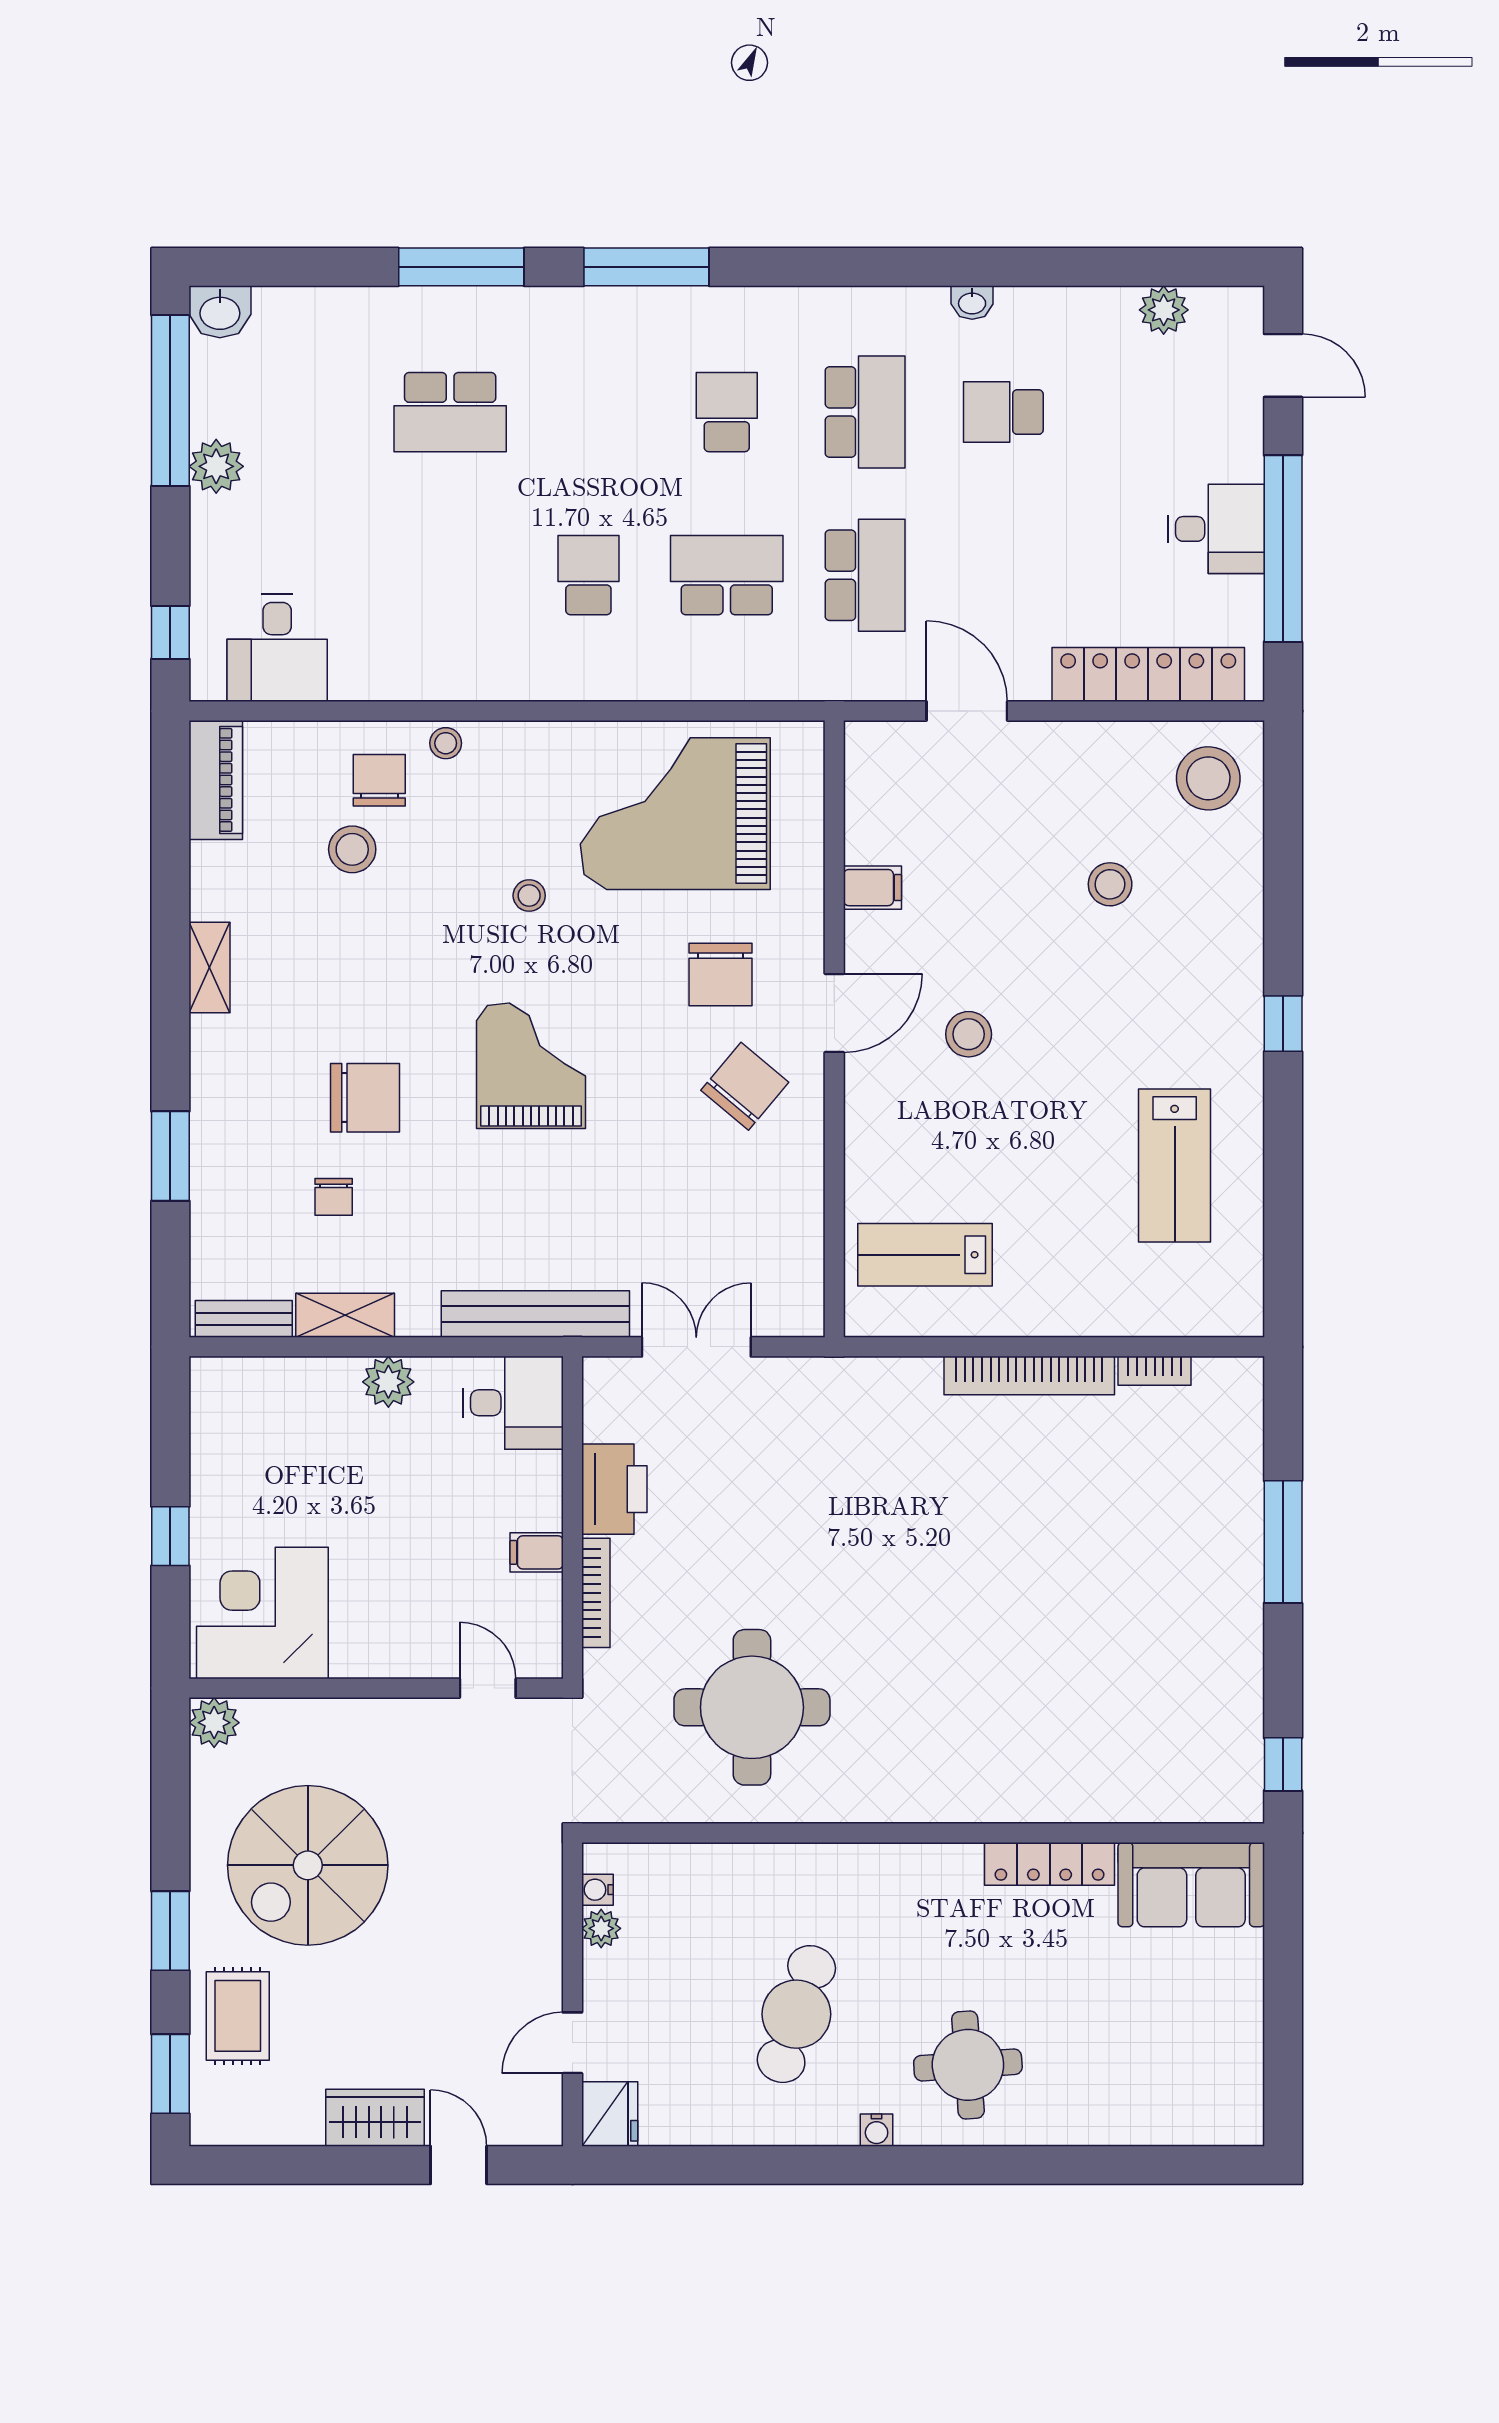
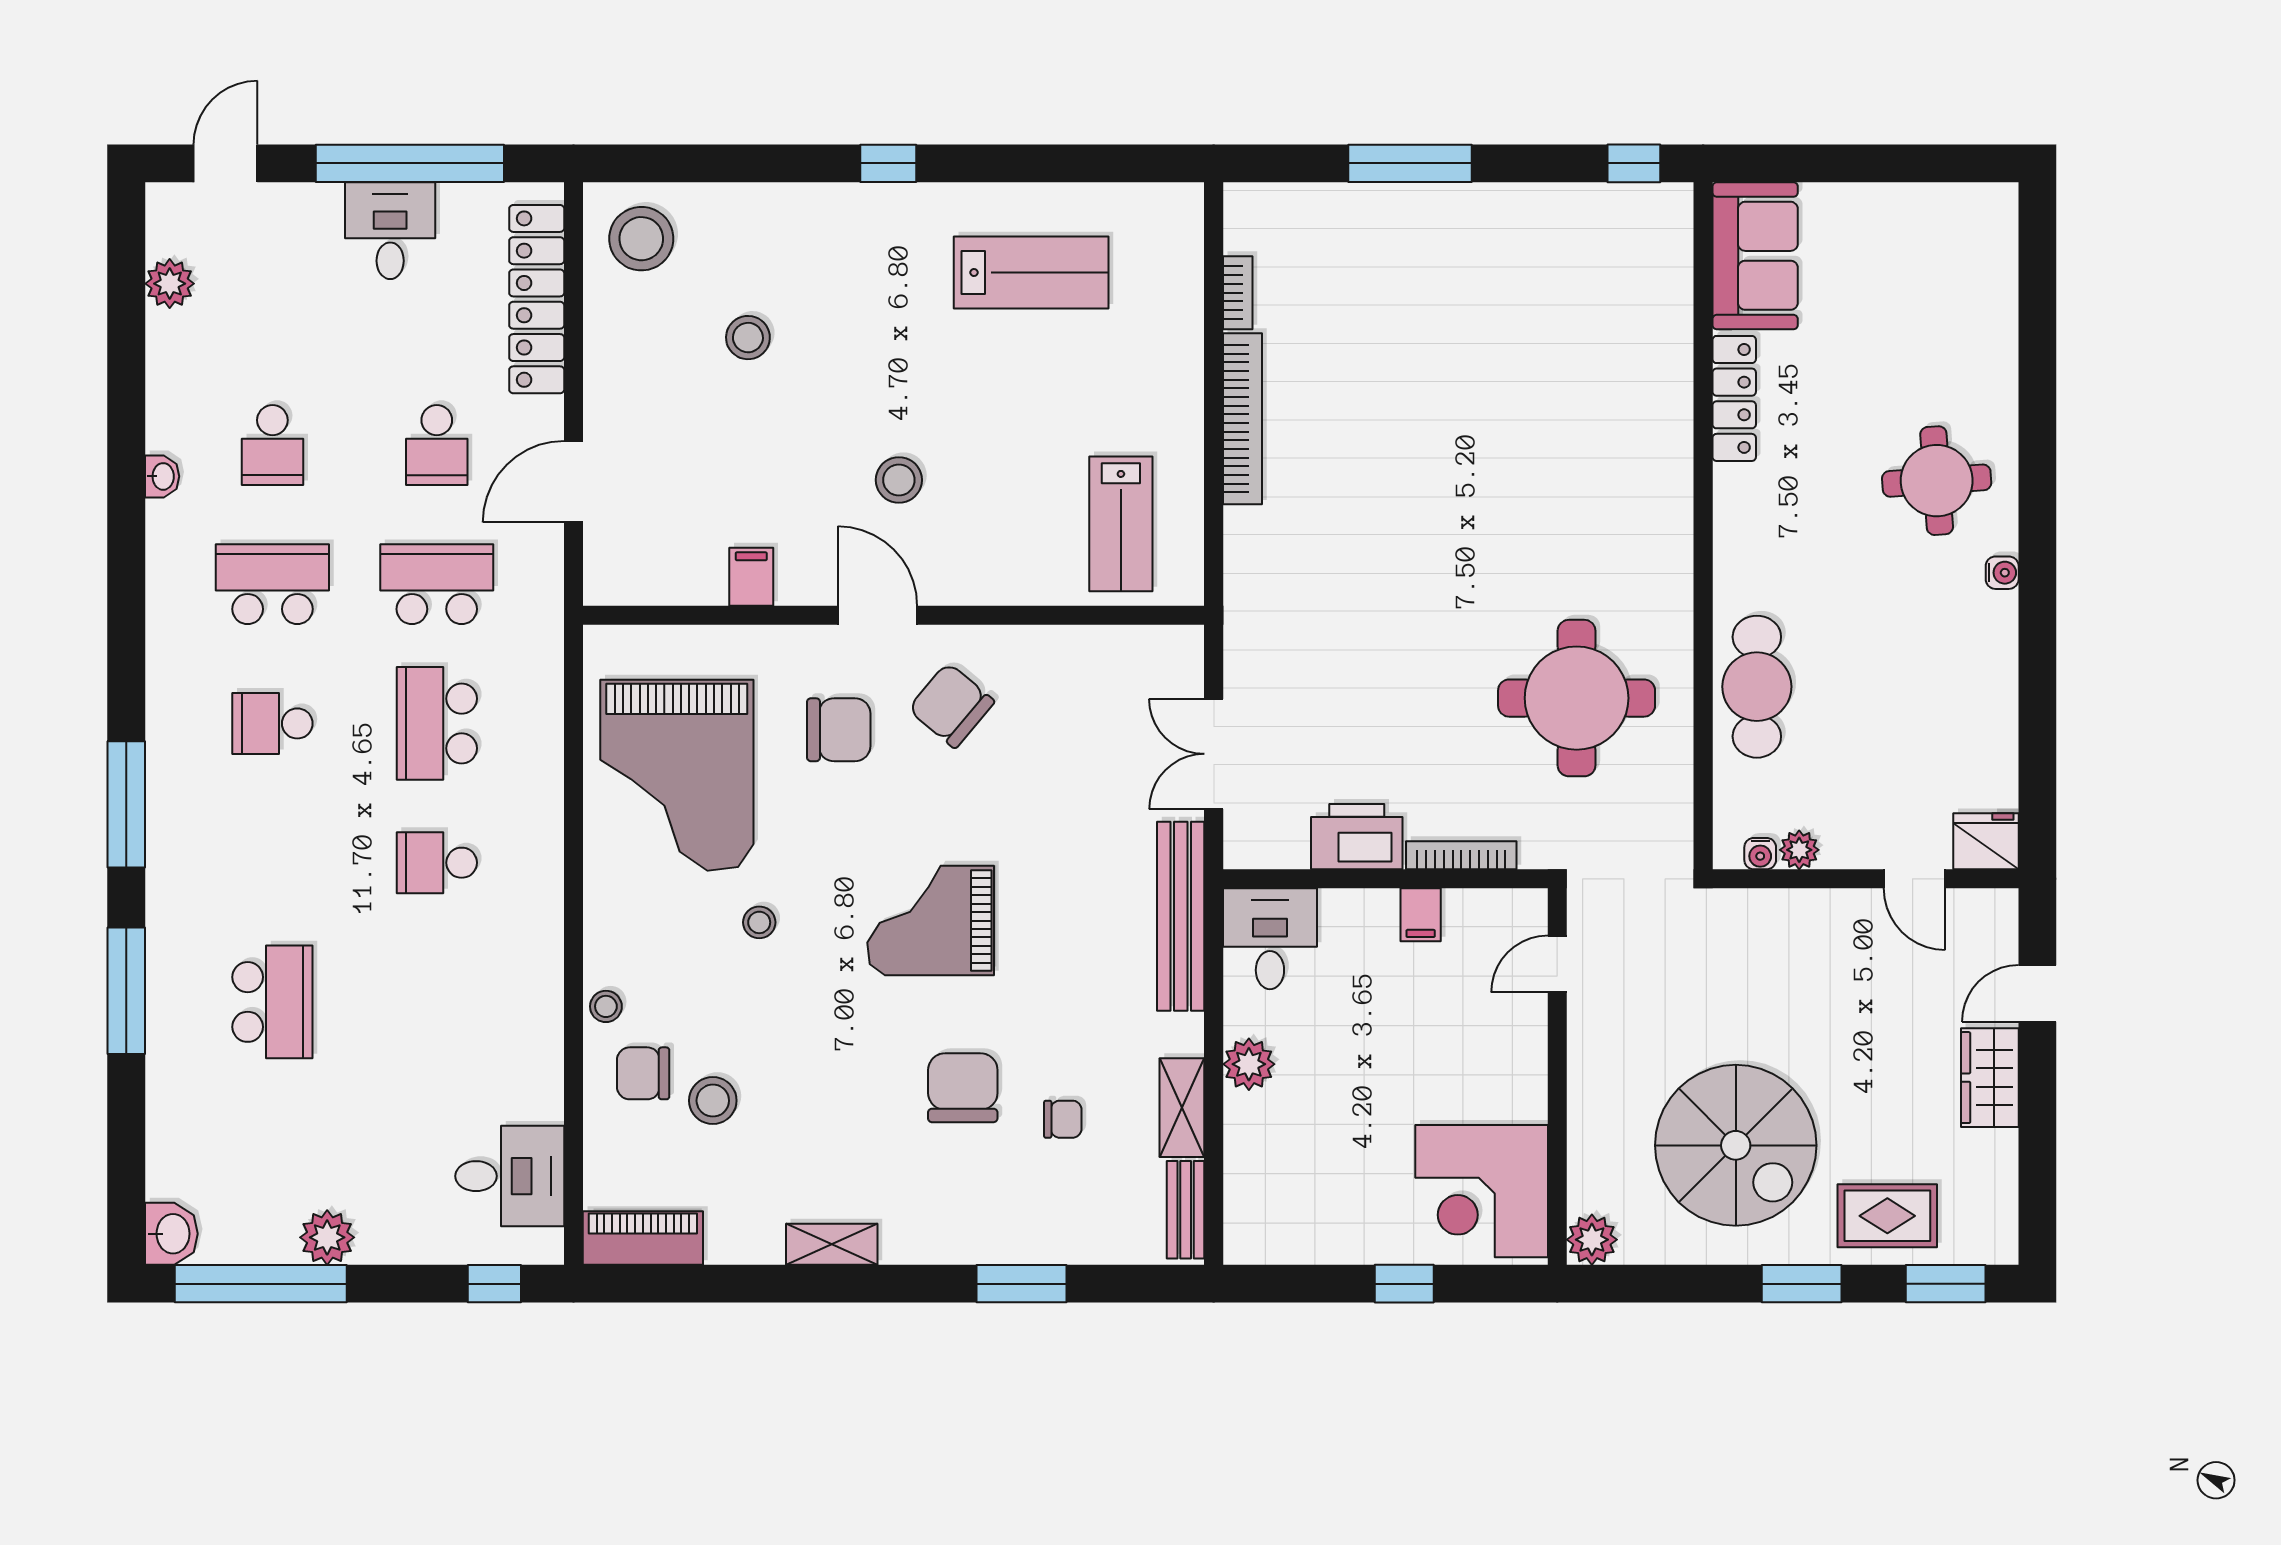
school desk: (1003, 575) -> (437, 445), added
cafe table: (796, 2014) -> (1757, 687), moved, turned 72

